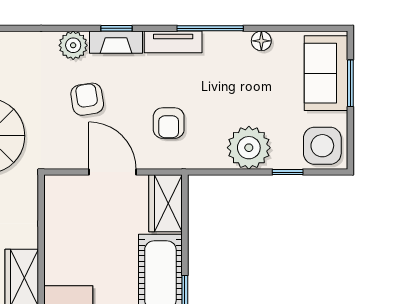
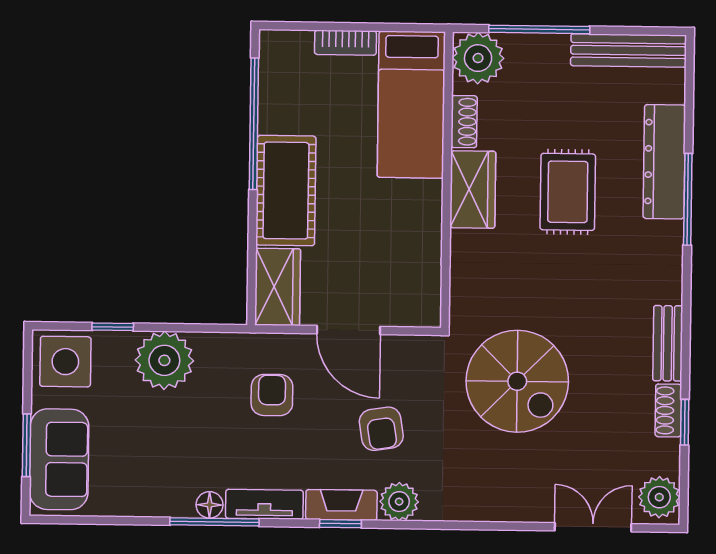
floor lamp: (261, 41) -> (210, 505), moved

